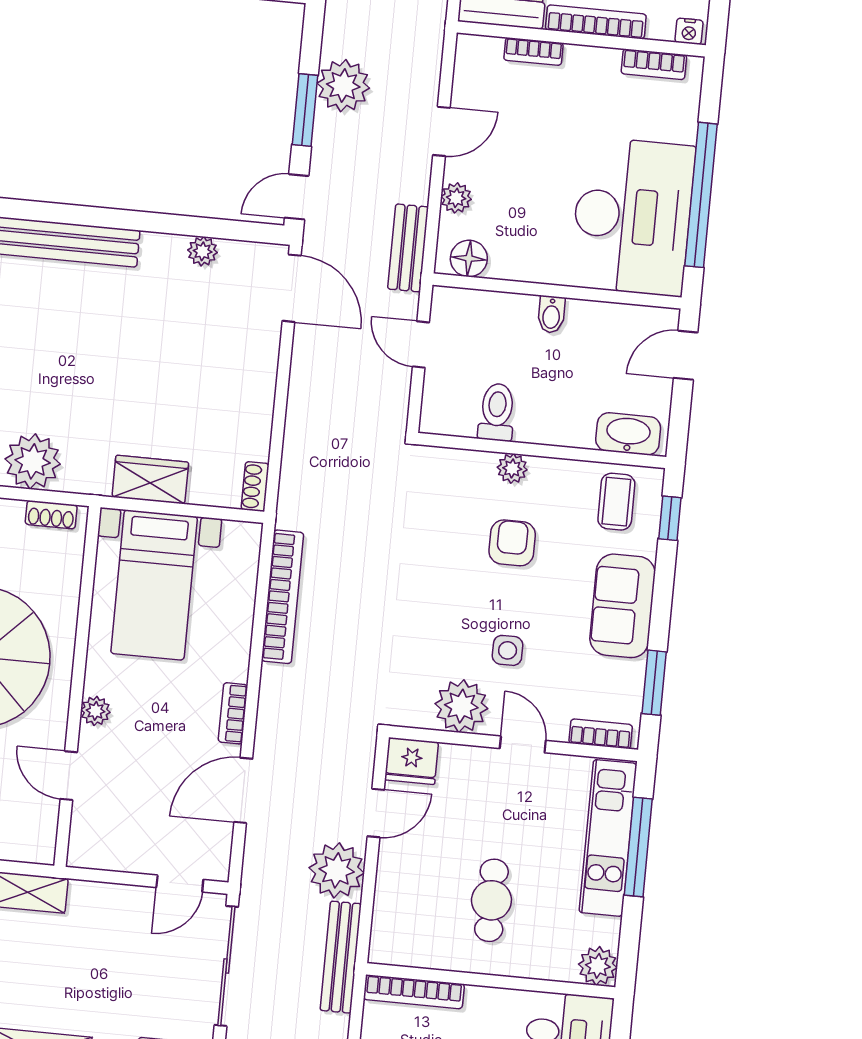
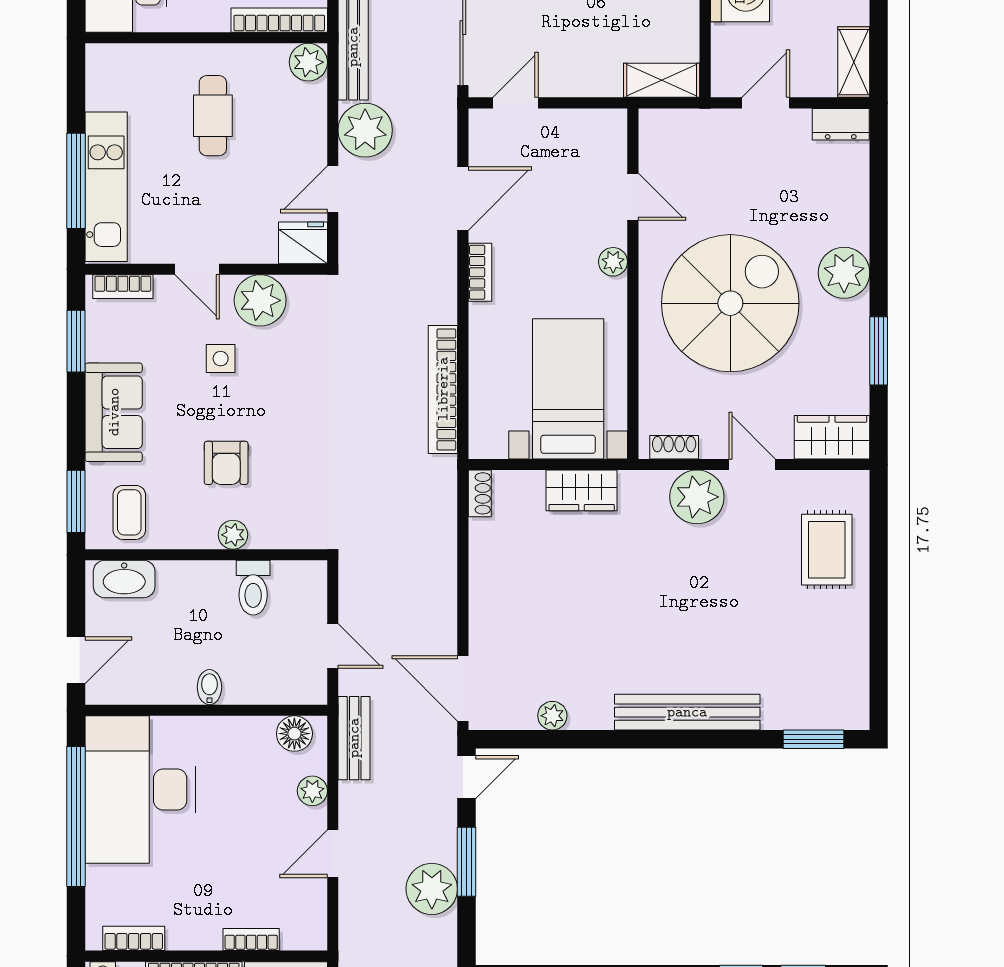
window: (670, 518) -> (76, 501), width x1.50
plant: (598, 966) -> (308, 62), moved

